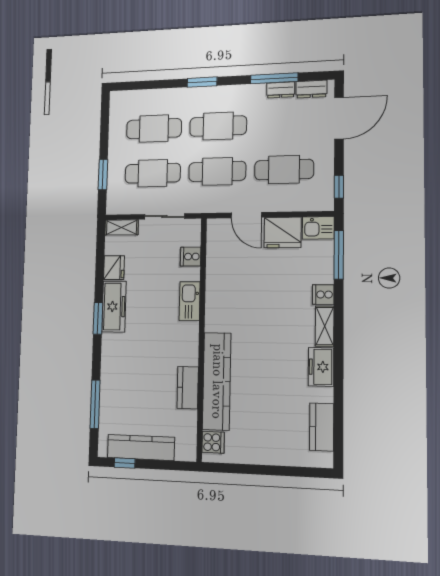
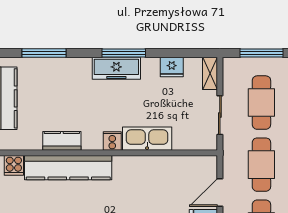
window: (103, 175) -> (261, 53), width x1.44
cooker: (191, 257) -> (112, 141), moved
kitchen sink: (190, 301) -> (147, 139), width x1.36, depth x1.24
freezer: (114, 307) -> (116, 68), moved
window: (98, 318) -> (124, 53), width x1.44

